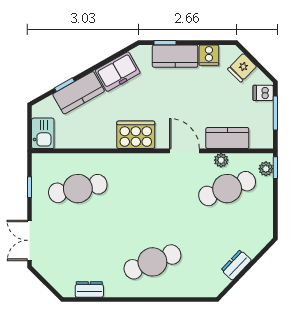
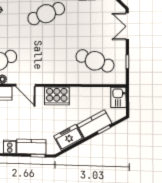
cafe table: (78, 189) -> (95, 61), turned 33
double door: (30, 240) -> (127, 26), swing flipped

